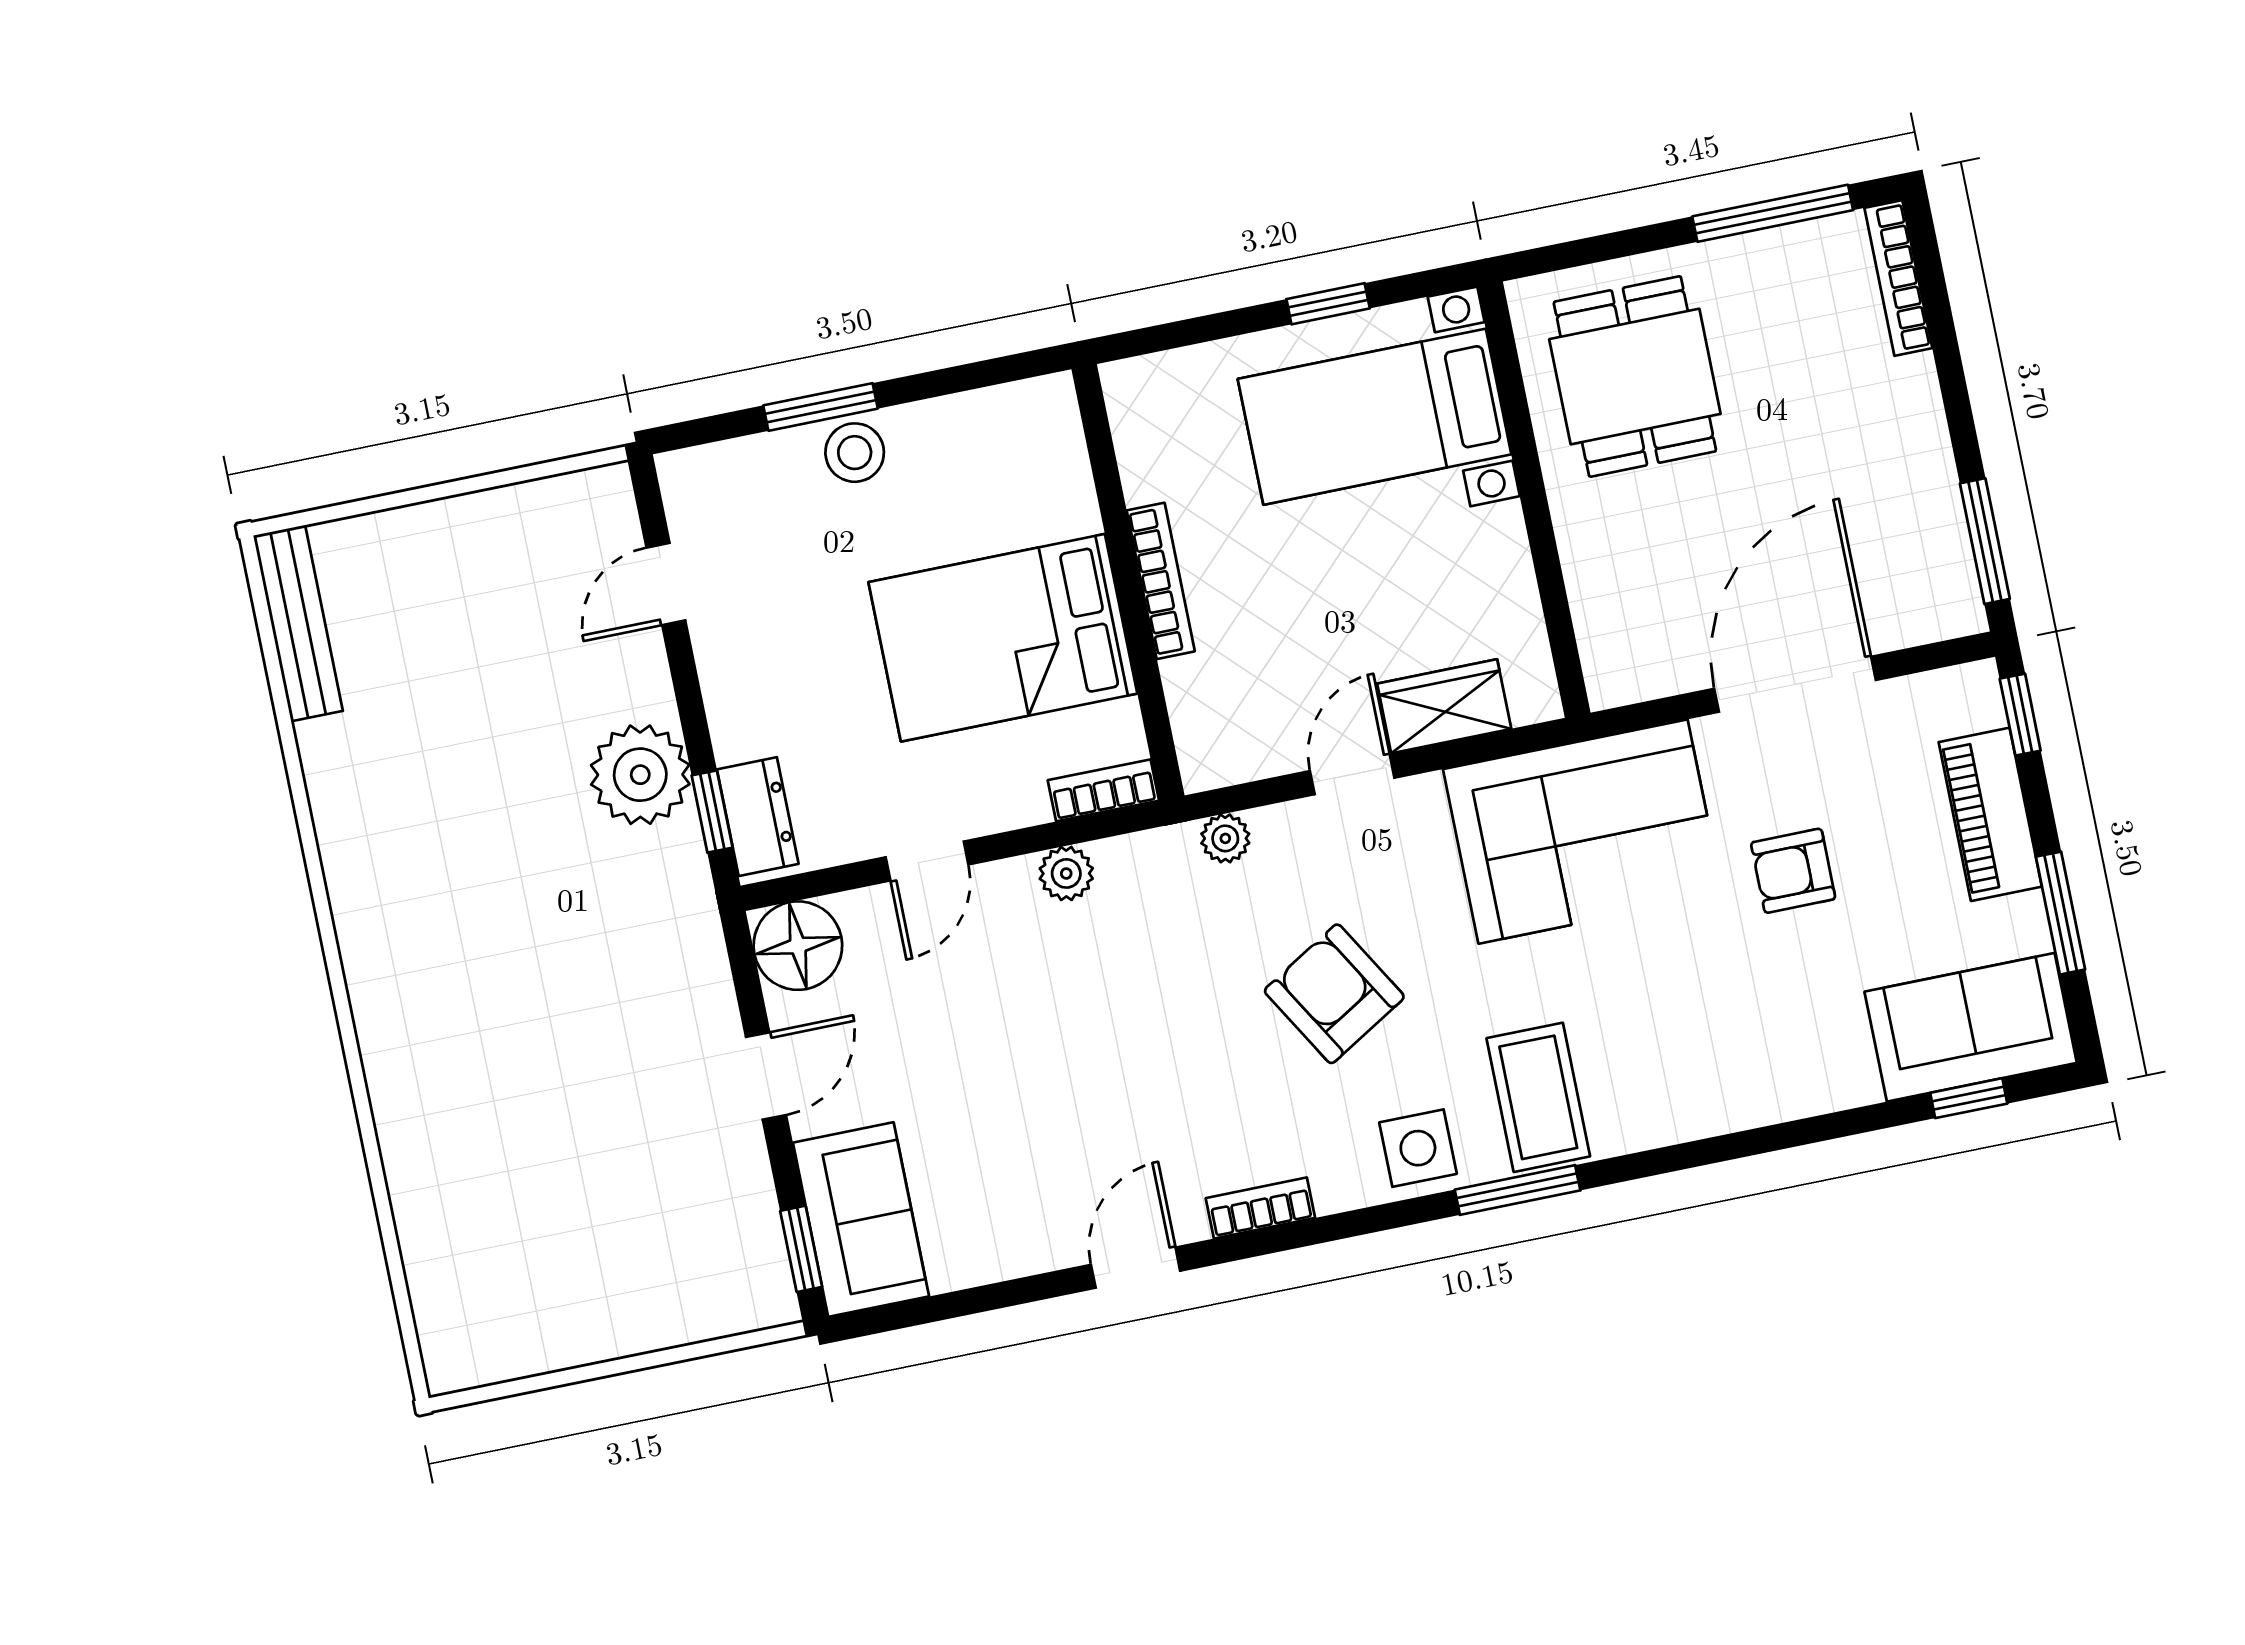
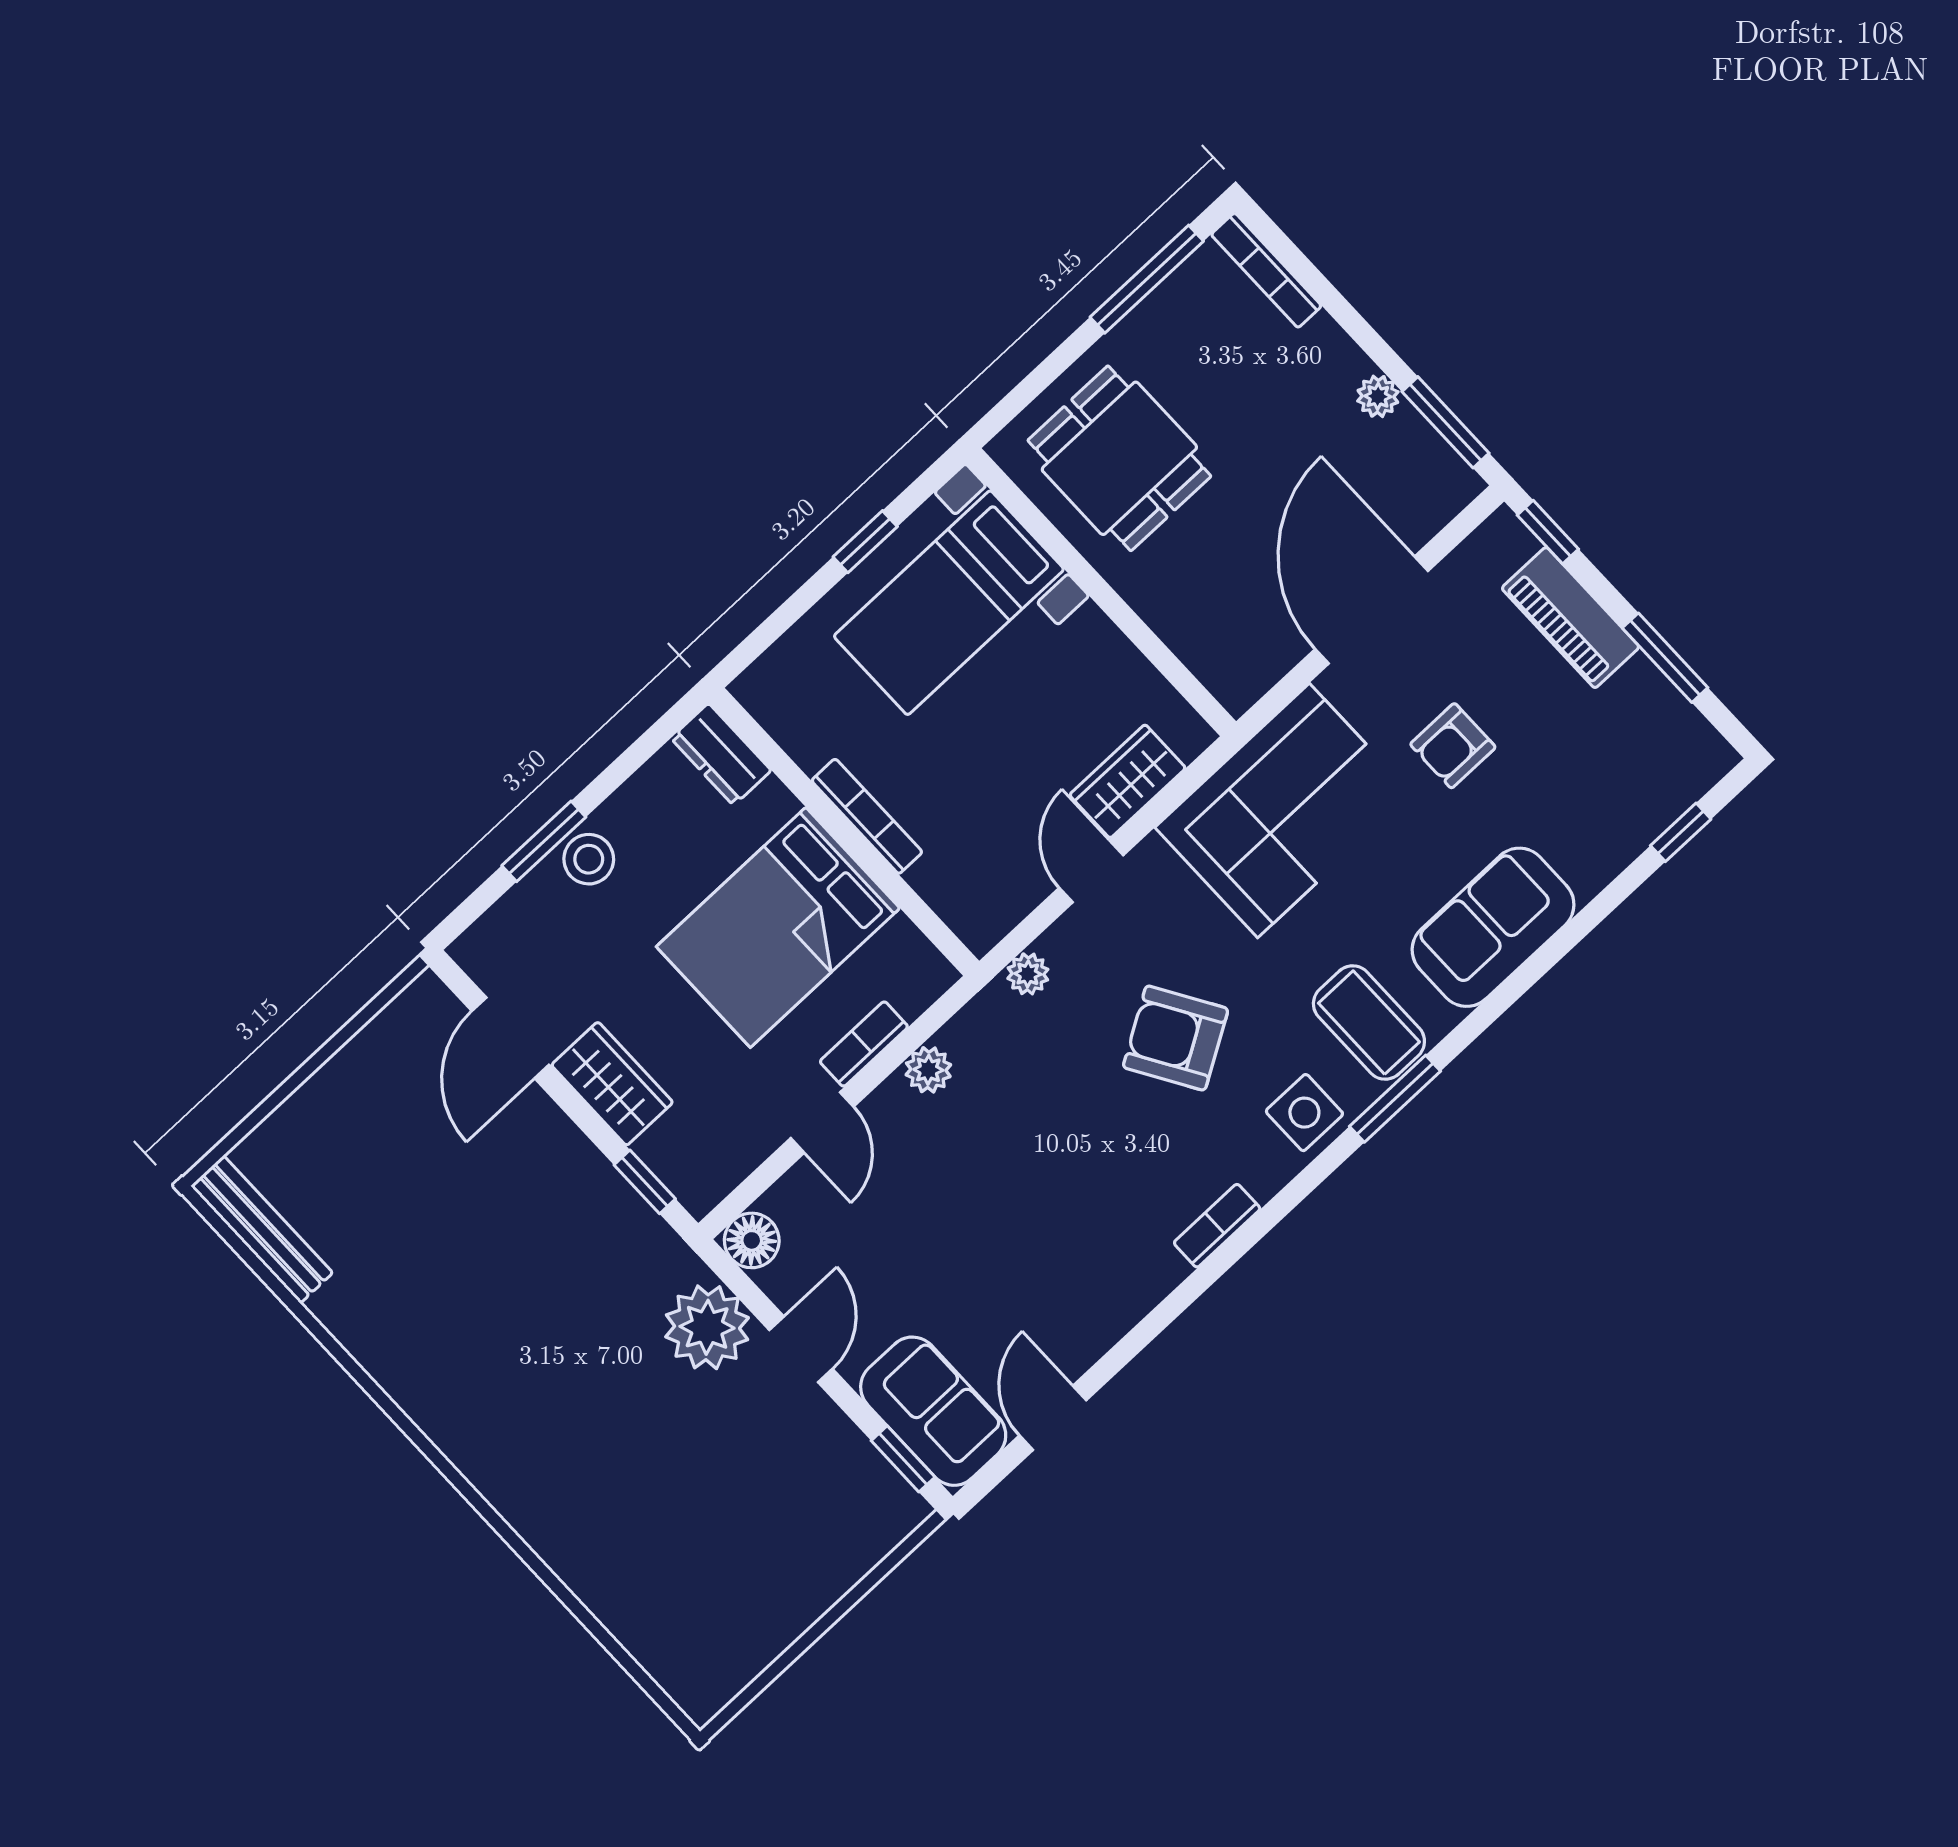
plant: (1933, 473) -> (1378, 396), added
door: (666, 584) -> (510, 1038), width x1.38
wardrobe: (740, 693) -> (612, 1084), added
plant: (640, 775) -> (707, 1327), moved
bookcase: (1103, 790) -> (864, 1044), moved
dresser: (758, 817) -> (721, 754), moved, turned 180
floor lamp: (798, 946) -> (752, 1240), width x0.73, depth x0.73
sofa: (1971, 1027) -> (1493, 927), moved
door: (1136, 1268) -> (1053, 1418), moved

